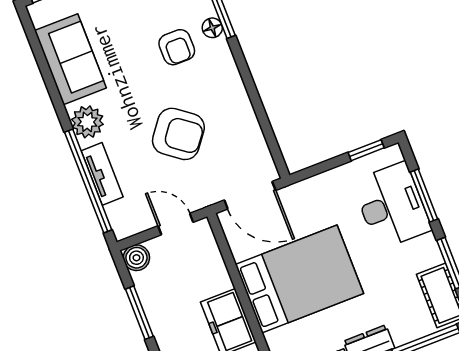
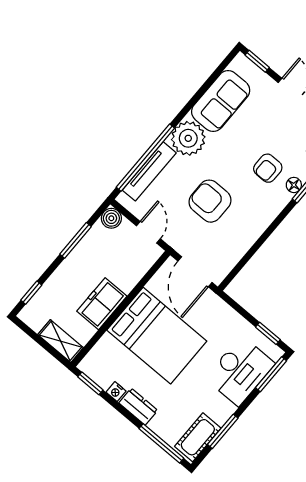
plant: (87, 122) -> (188, 138), width x1.36, depth x1.36
armchair: (178, 134) -> (210, 201), turned 143
tv unit: (102, 174) -> (149, 171), width x1.41
window: (424, 196) -> (271, 374), moved

